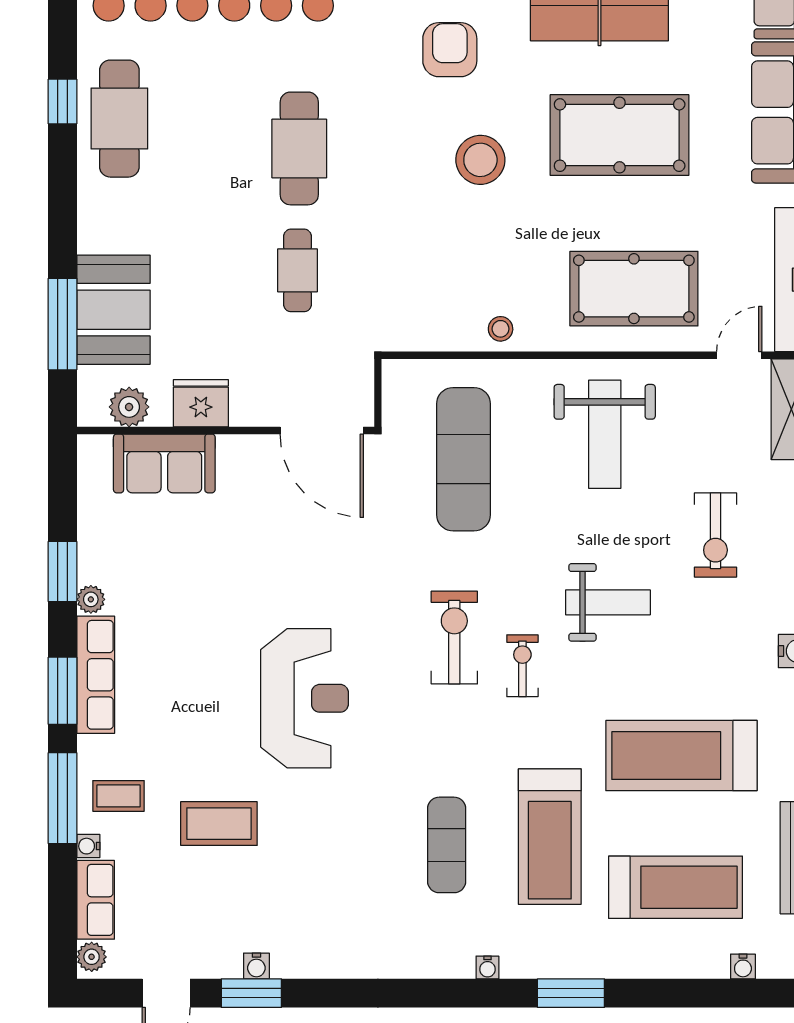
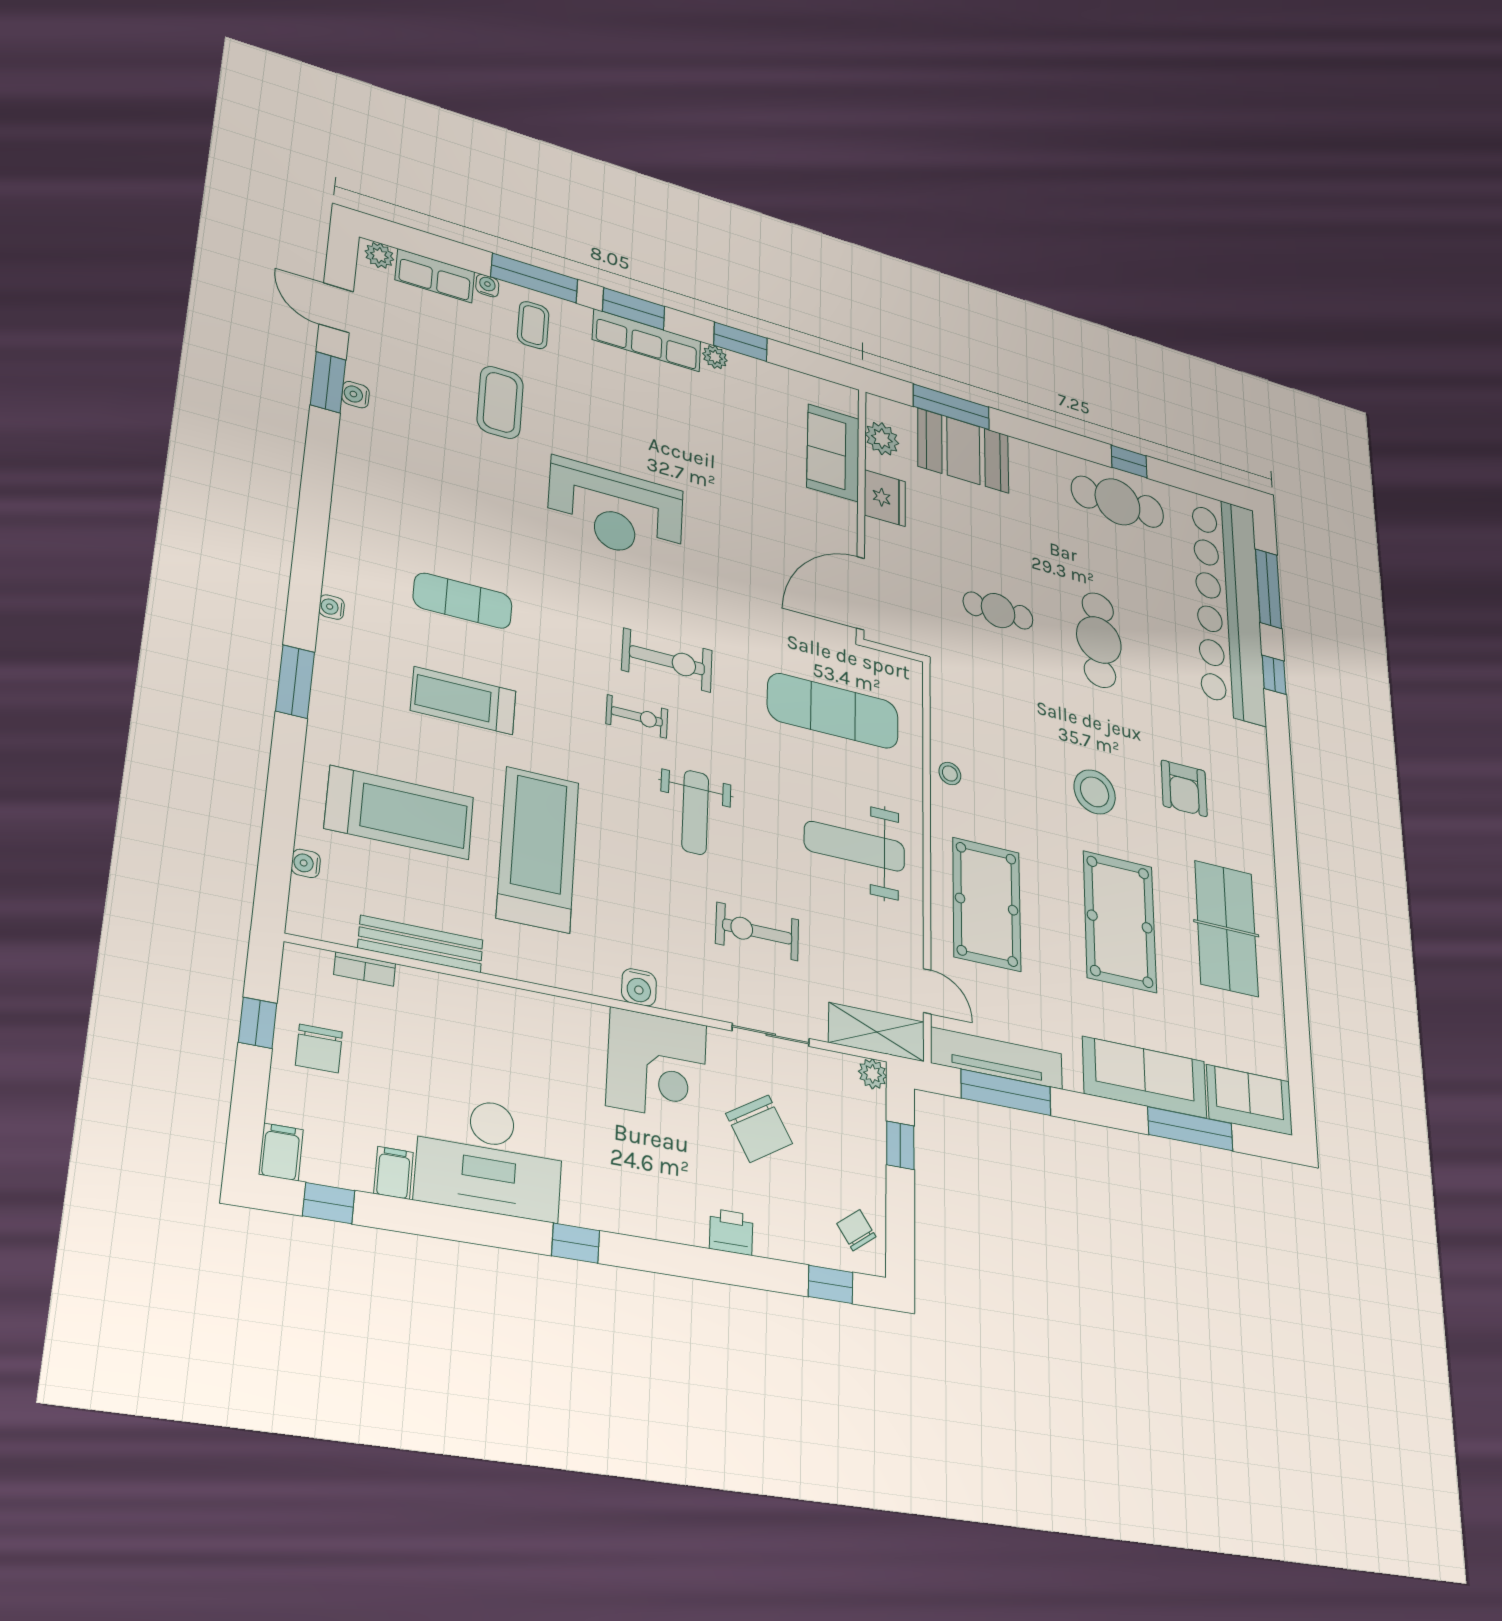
armchair: (450, 50) -> (1184, 788), turned 90
cafe table: (299, 148) -> (1099, 640), turned 90
treadmill: (550, 837) -> (463, 701), width x0.73, depth x0.73
treadmill: (676, 887) -> (400, 813), turned -90

